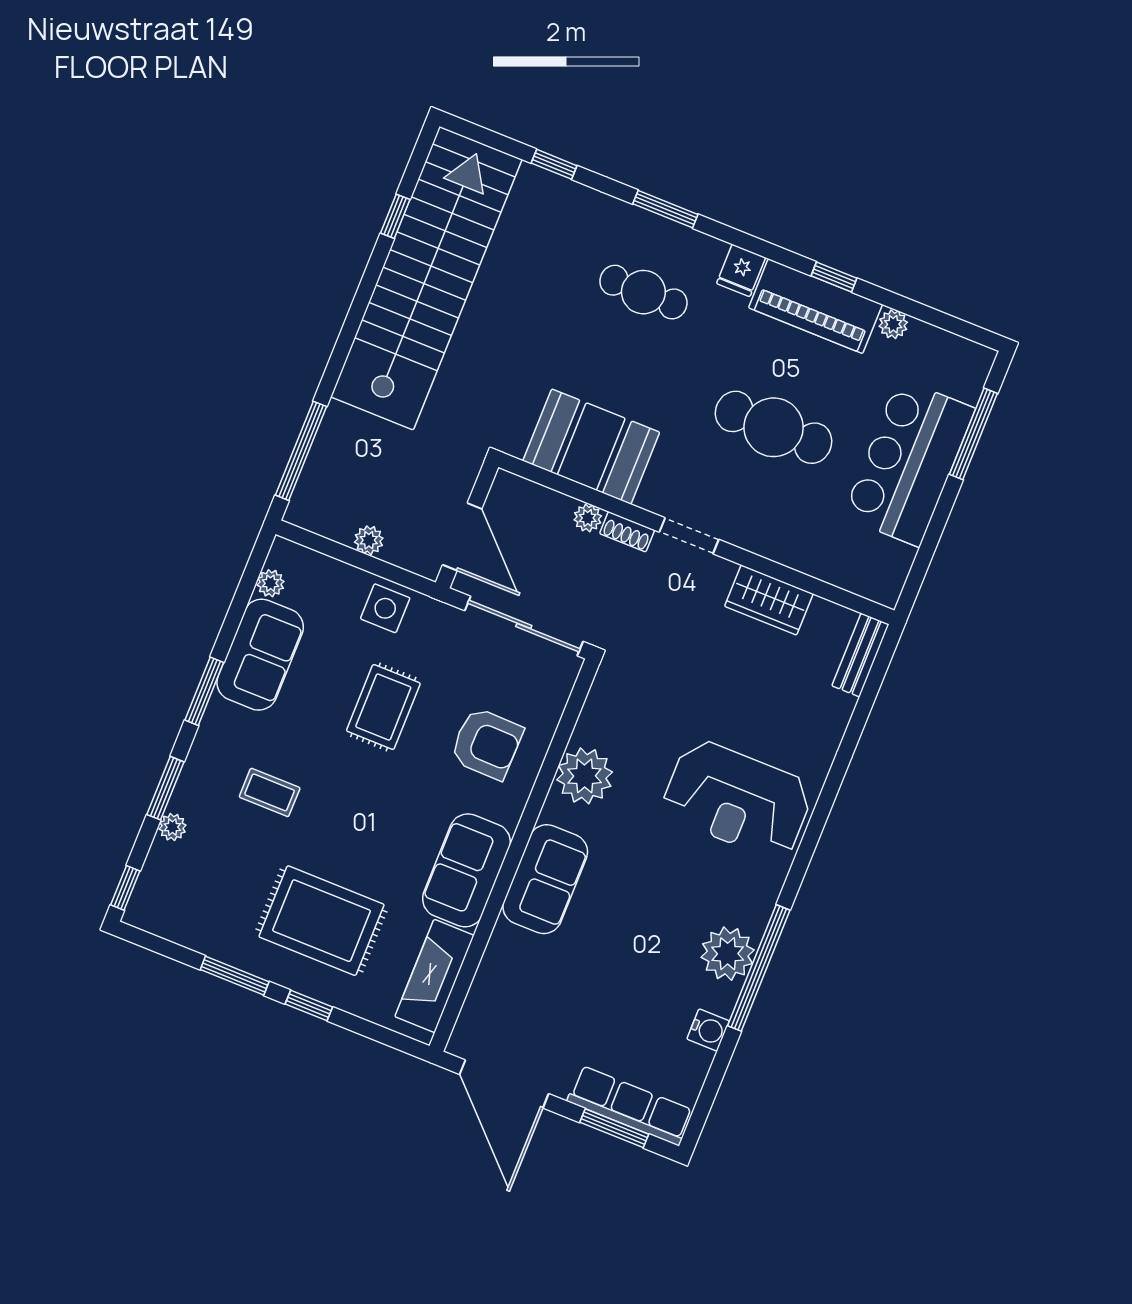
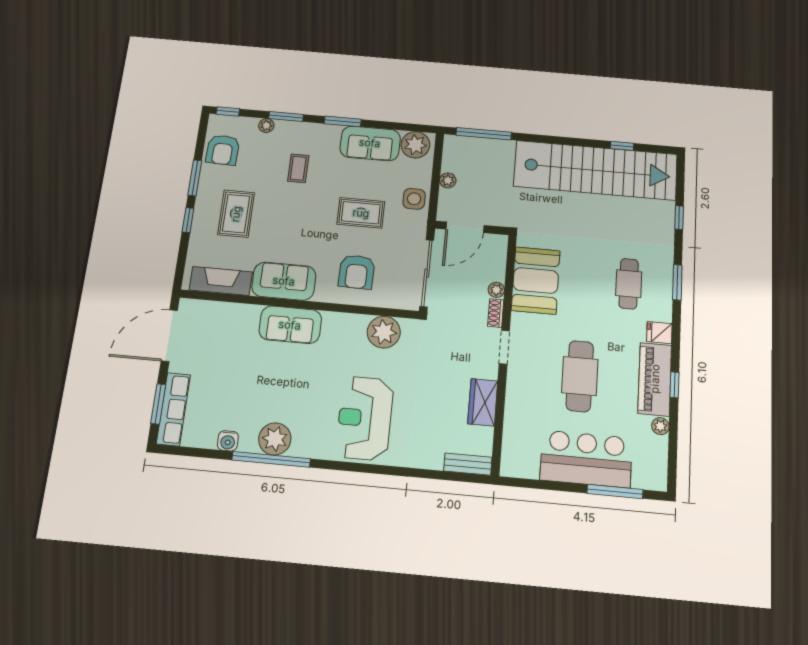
plant: (270, 583) -> (415, 145), width x1.88, depth x1.88
plant: (585, 776) -> (384, 332), moved
armchair: (196, 915) -> (223, 150), added
rug: (322, 921) -> (236, 214), width x0.73, depth x0.70

